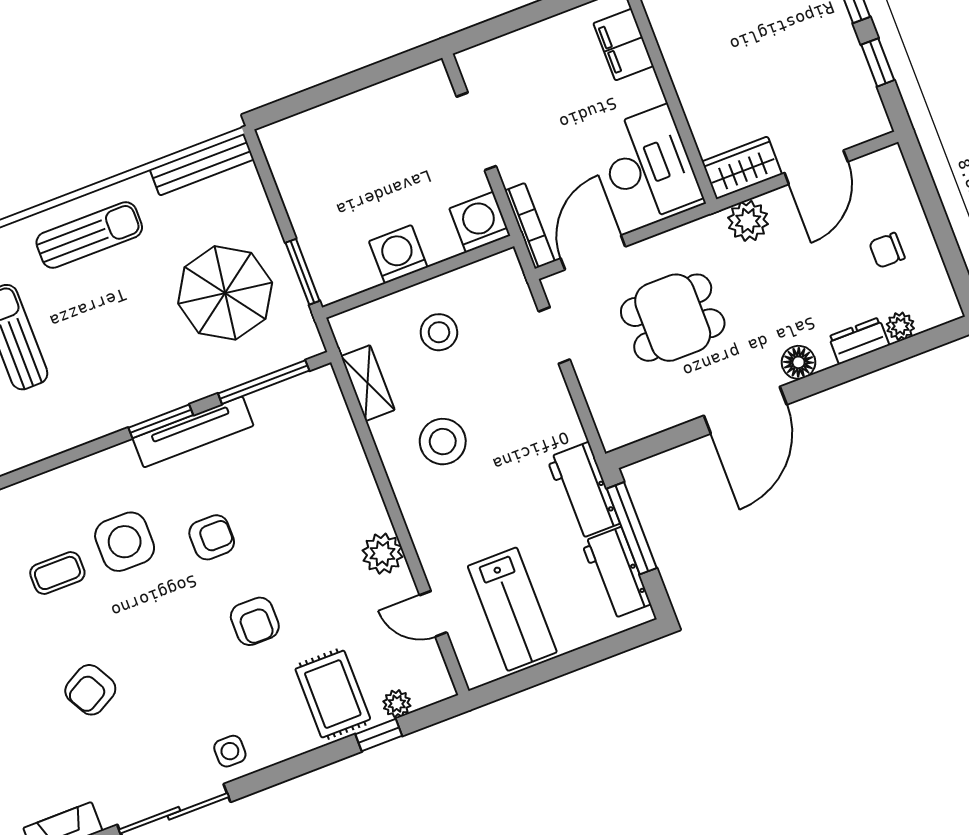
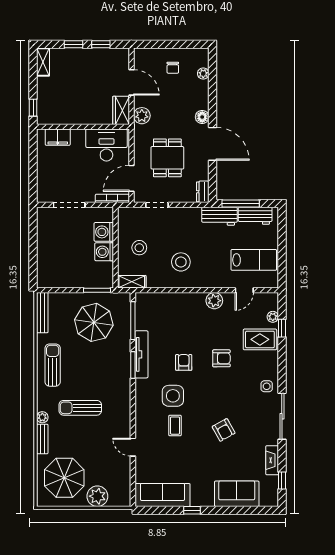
washing machine: (480, 222) -> (104, 232), moved
door: (593, 252) -> (131, 178), hinge flipped
dresser: (859, 341) -> (203, 192), moved
shelving: (368, 383) -> (132, 282), moved

